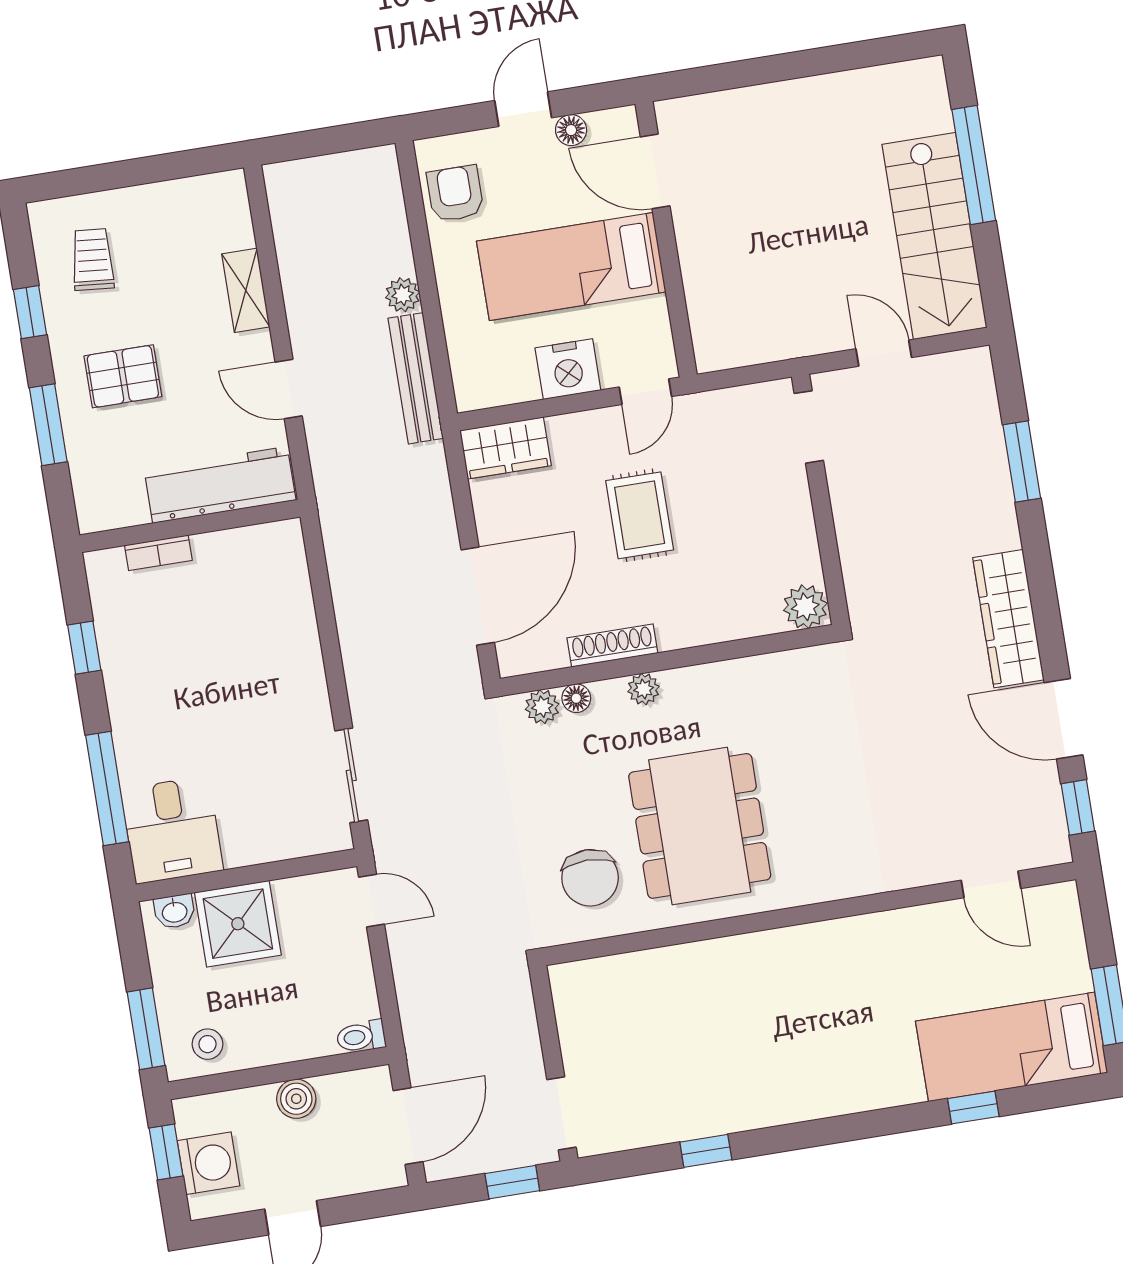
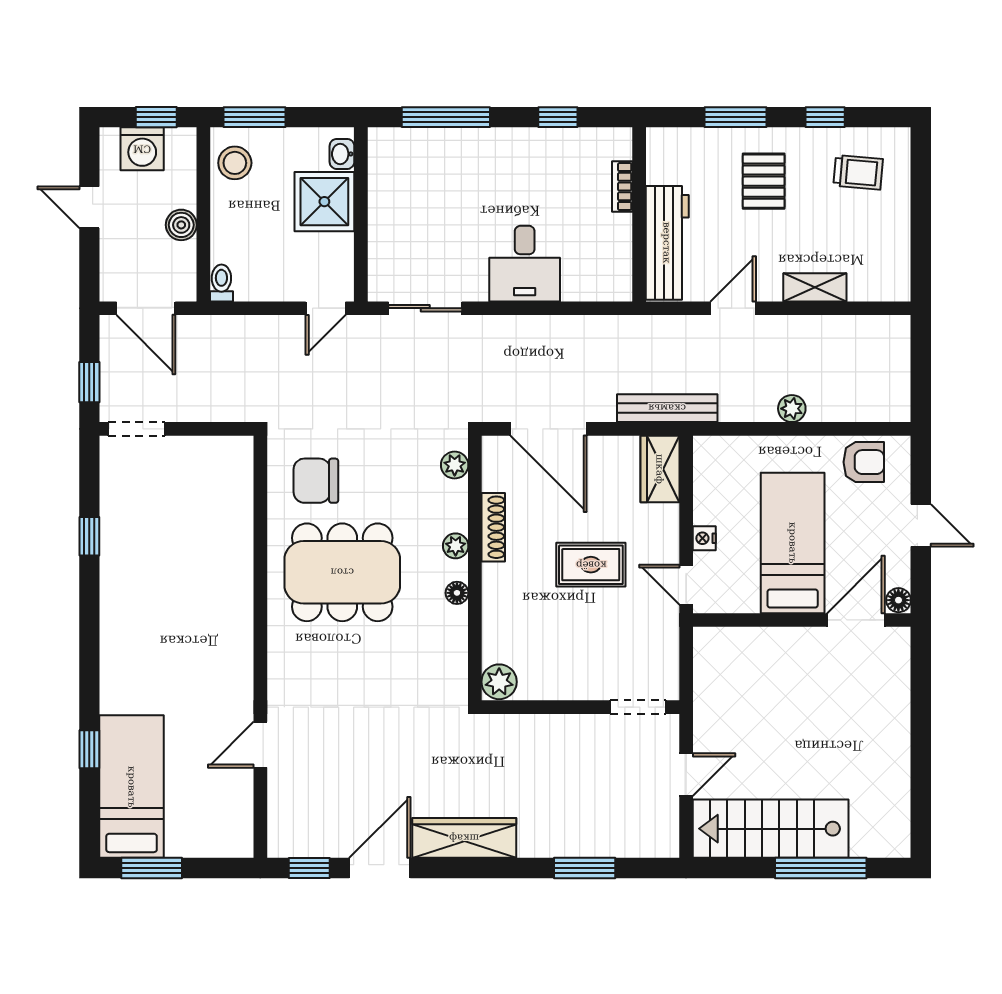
floor lamp: (571, 130) -> (898, 600), moved
nightstand: (568, 369) -> (704, 538), width x0.53, depth x0.56
bench: (416, 378) -> (667, 408), moved
floor lamp: (576, 698) -> (457, 593), moved
desk: (172, 830) -> (525, 264), moved, turned -90
door: (991, 884) -> (260, 745), moved
stool: (208, 1044) -> (235, 163), width x1.37, depth x1.37

